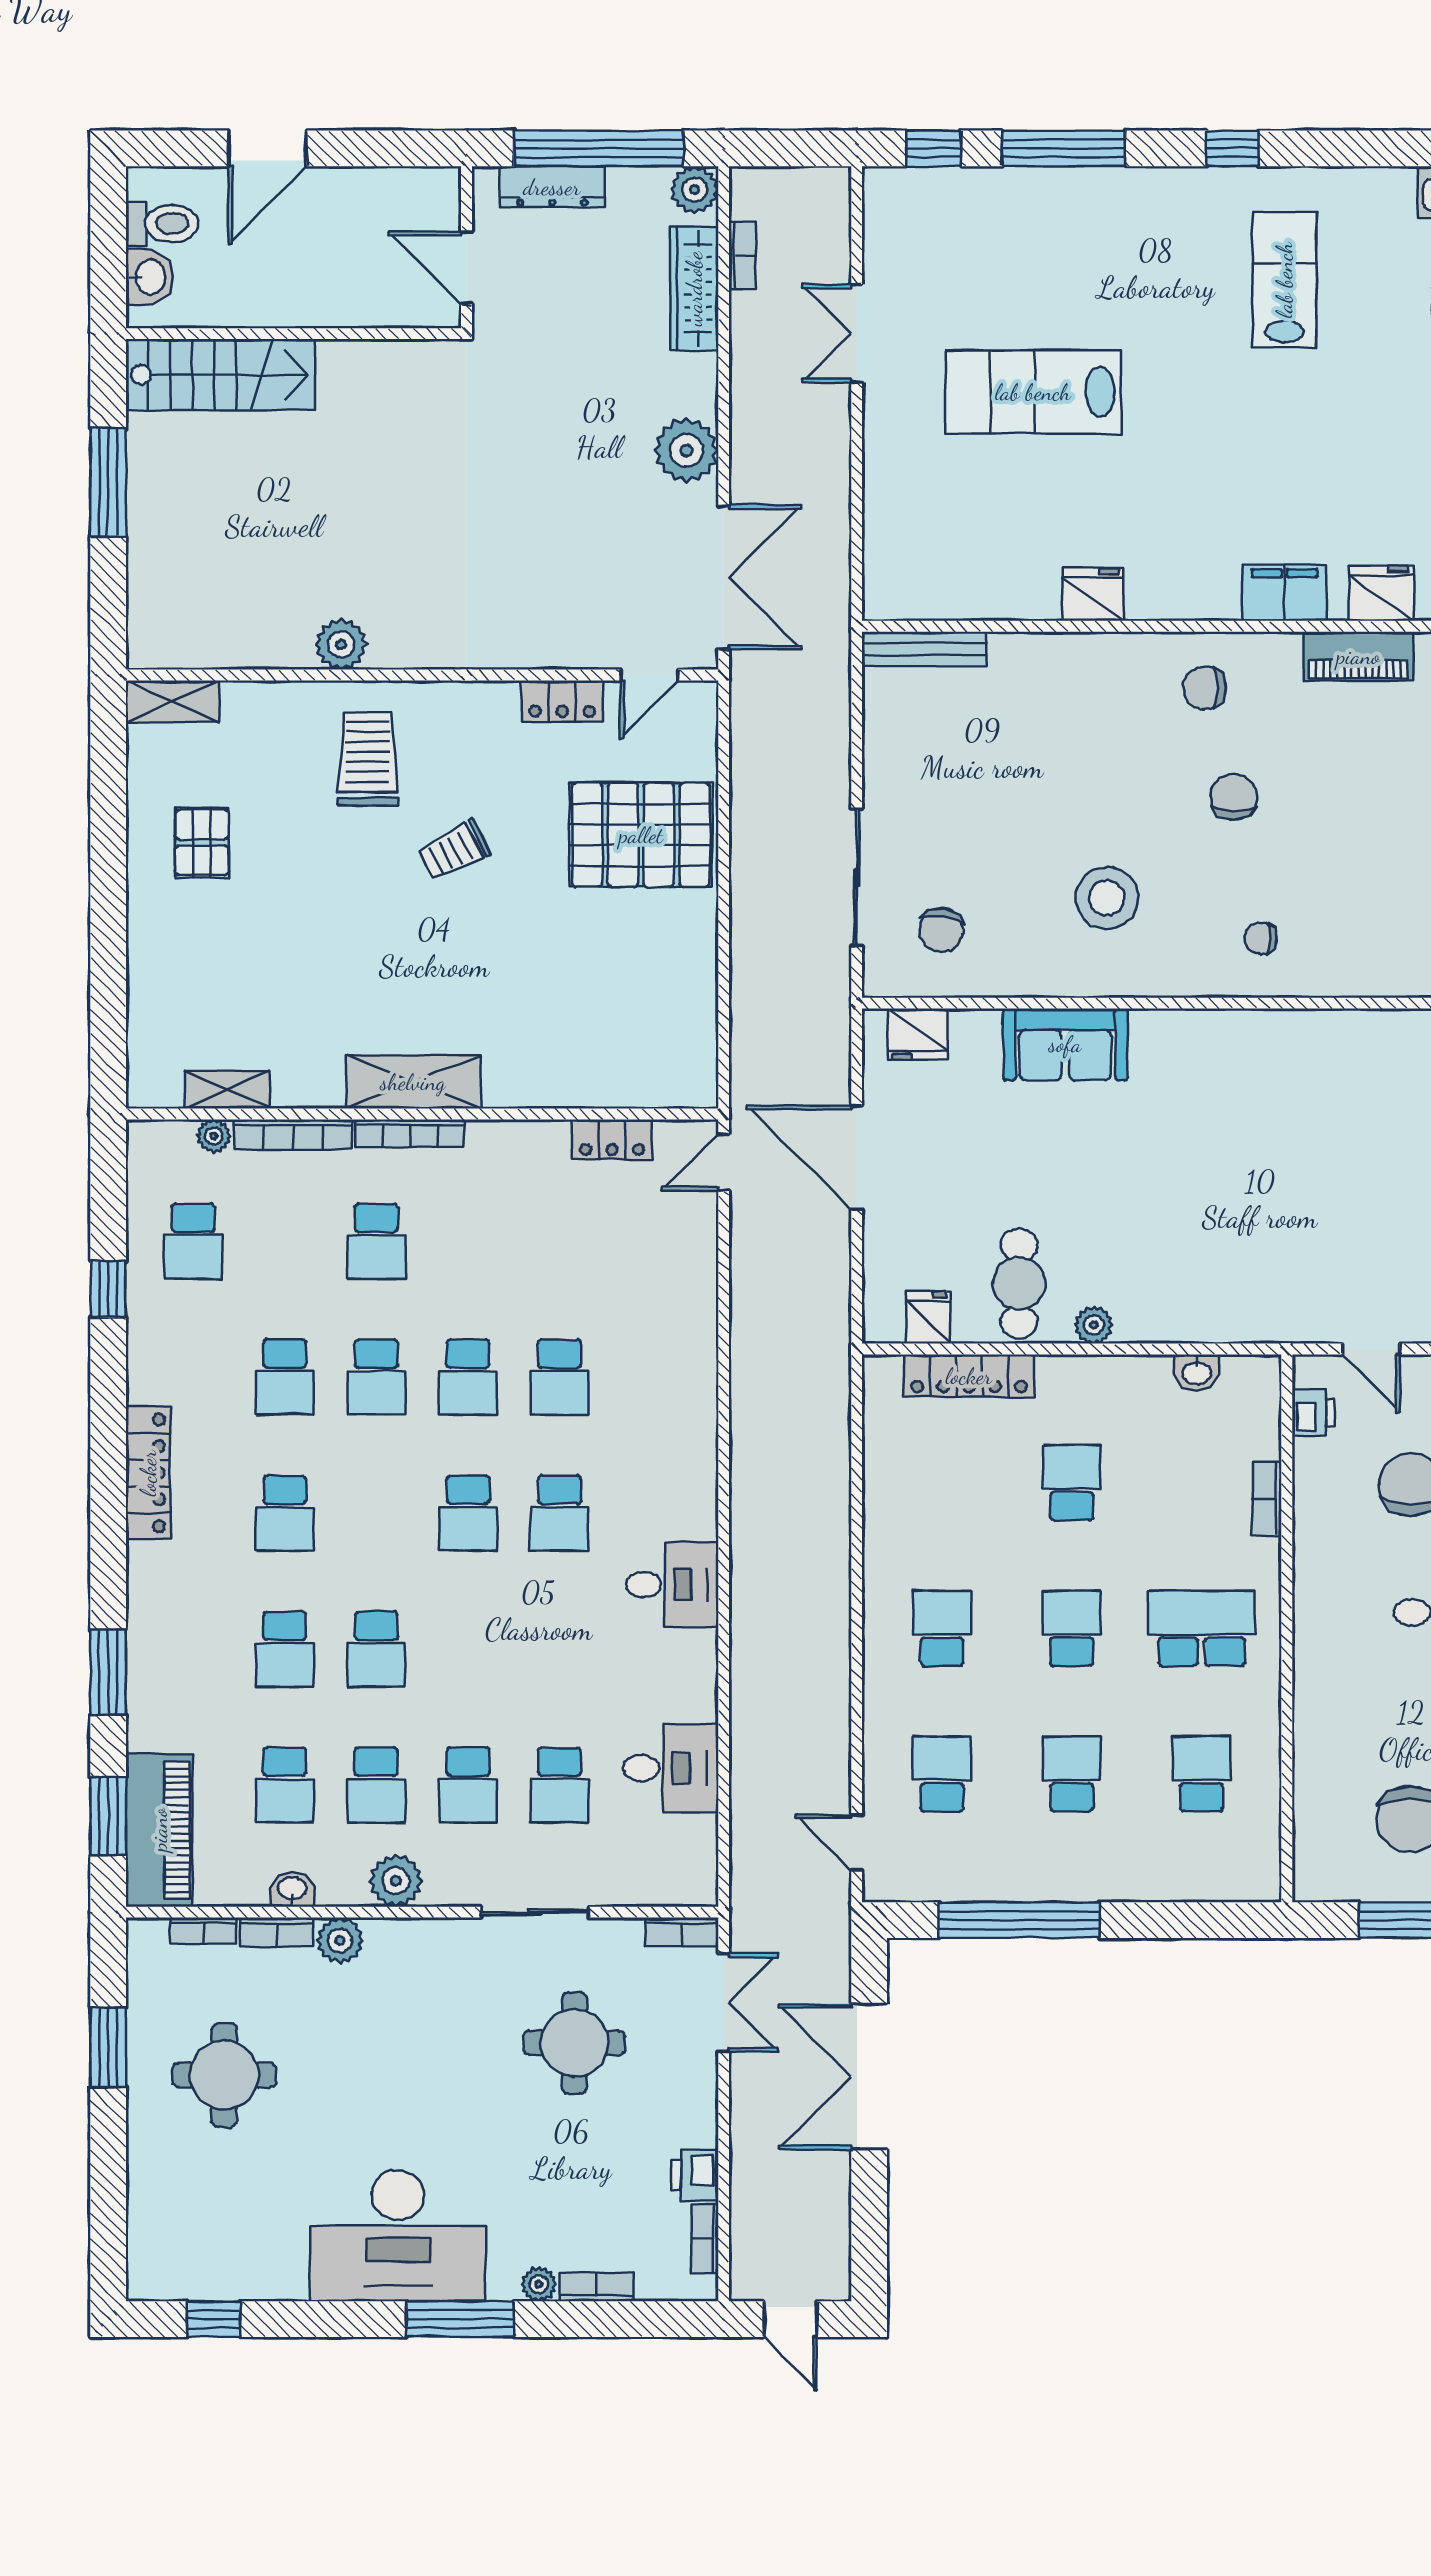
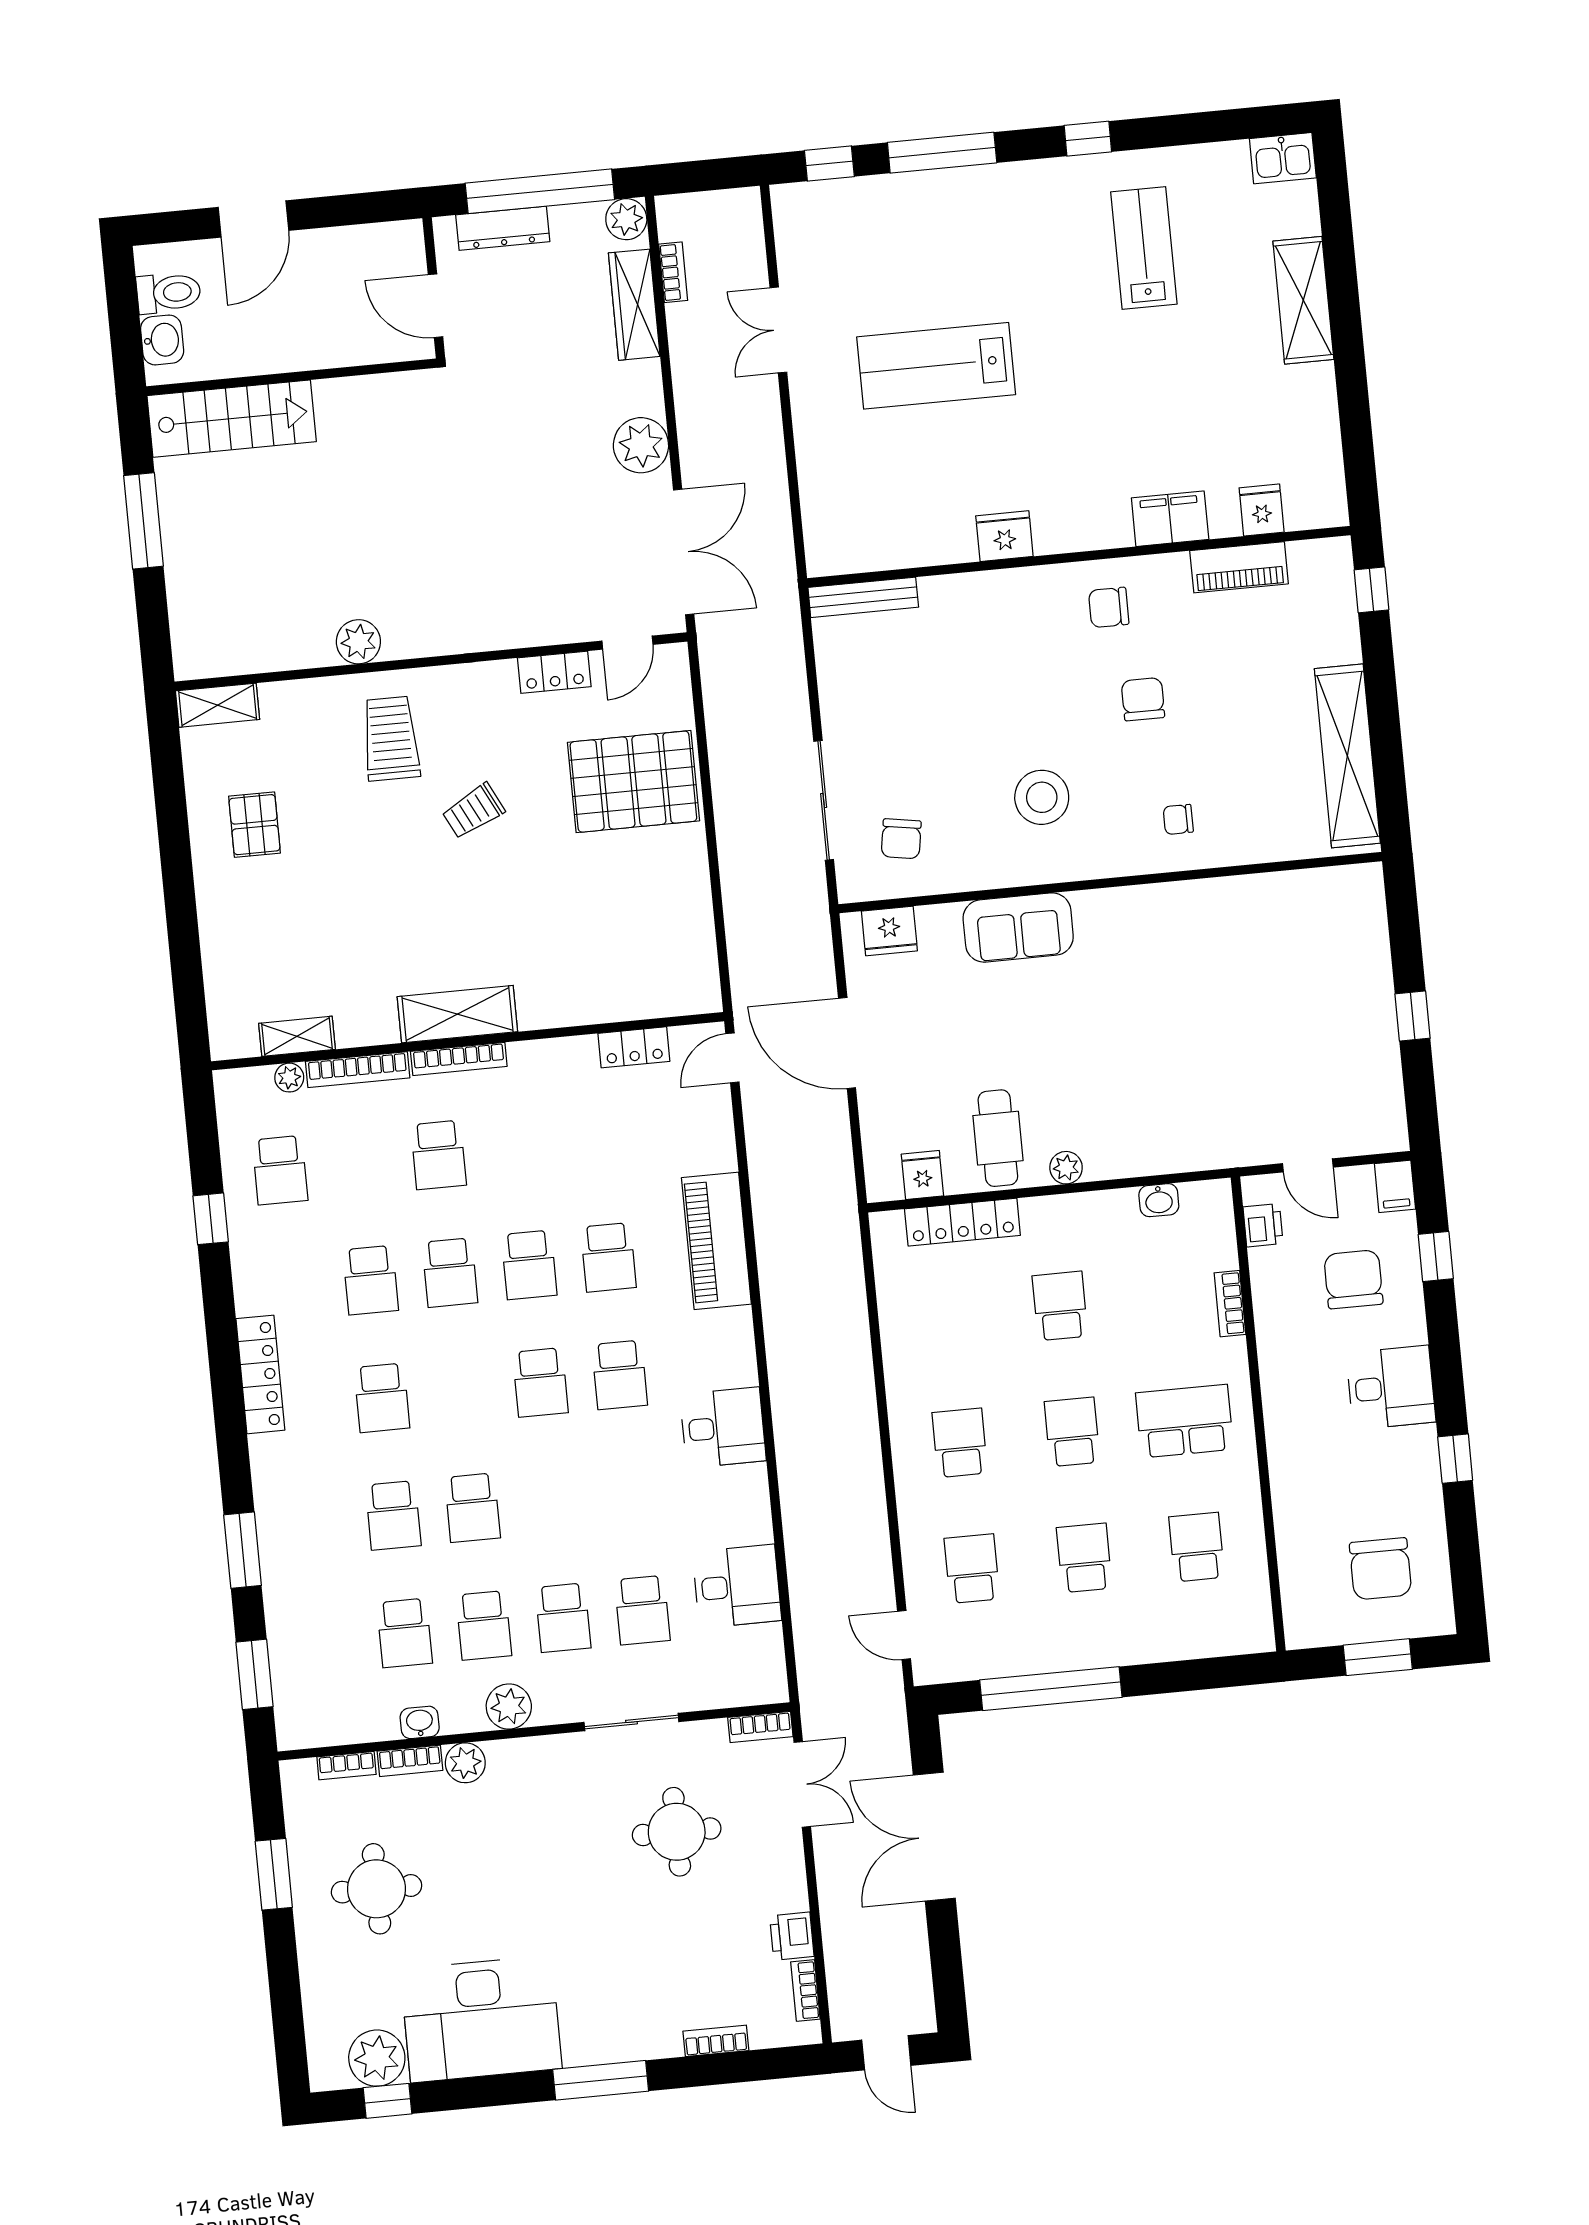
fridge: (1381, 593) -> (1262, 510), width x0.72
piano: (159, 1830) -> (716, 1241), moved, turned 180
desk: (398, 2236) -> (481, 2019), moved
plant: (539, 2284) -> (377, 2058), moved, width x1.87, depth x1.87

